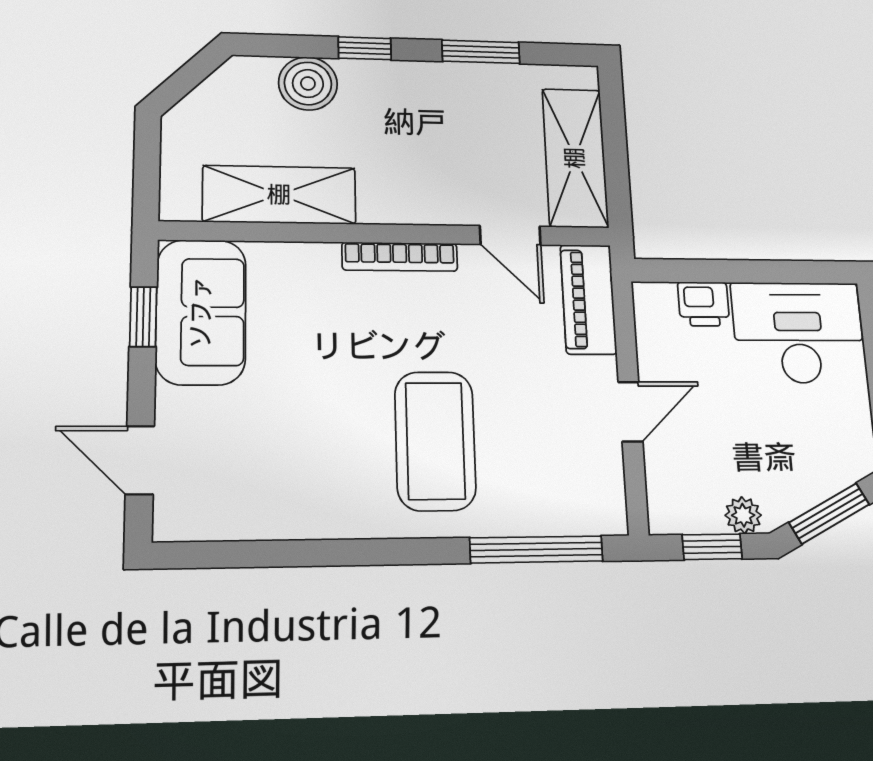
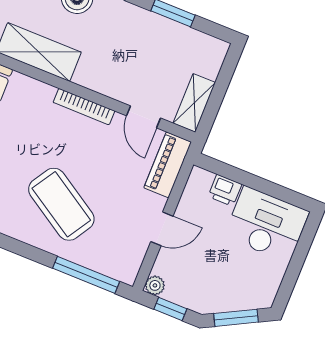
shelving: (575, 158) -> (194, 103), width x0.67, depth x0.75
coffee table: (435, 441) -> (61, 204), turned -58
plant: (743, 515) -> (155, 285), moved

